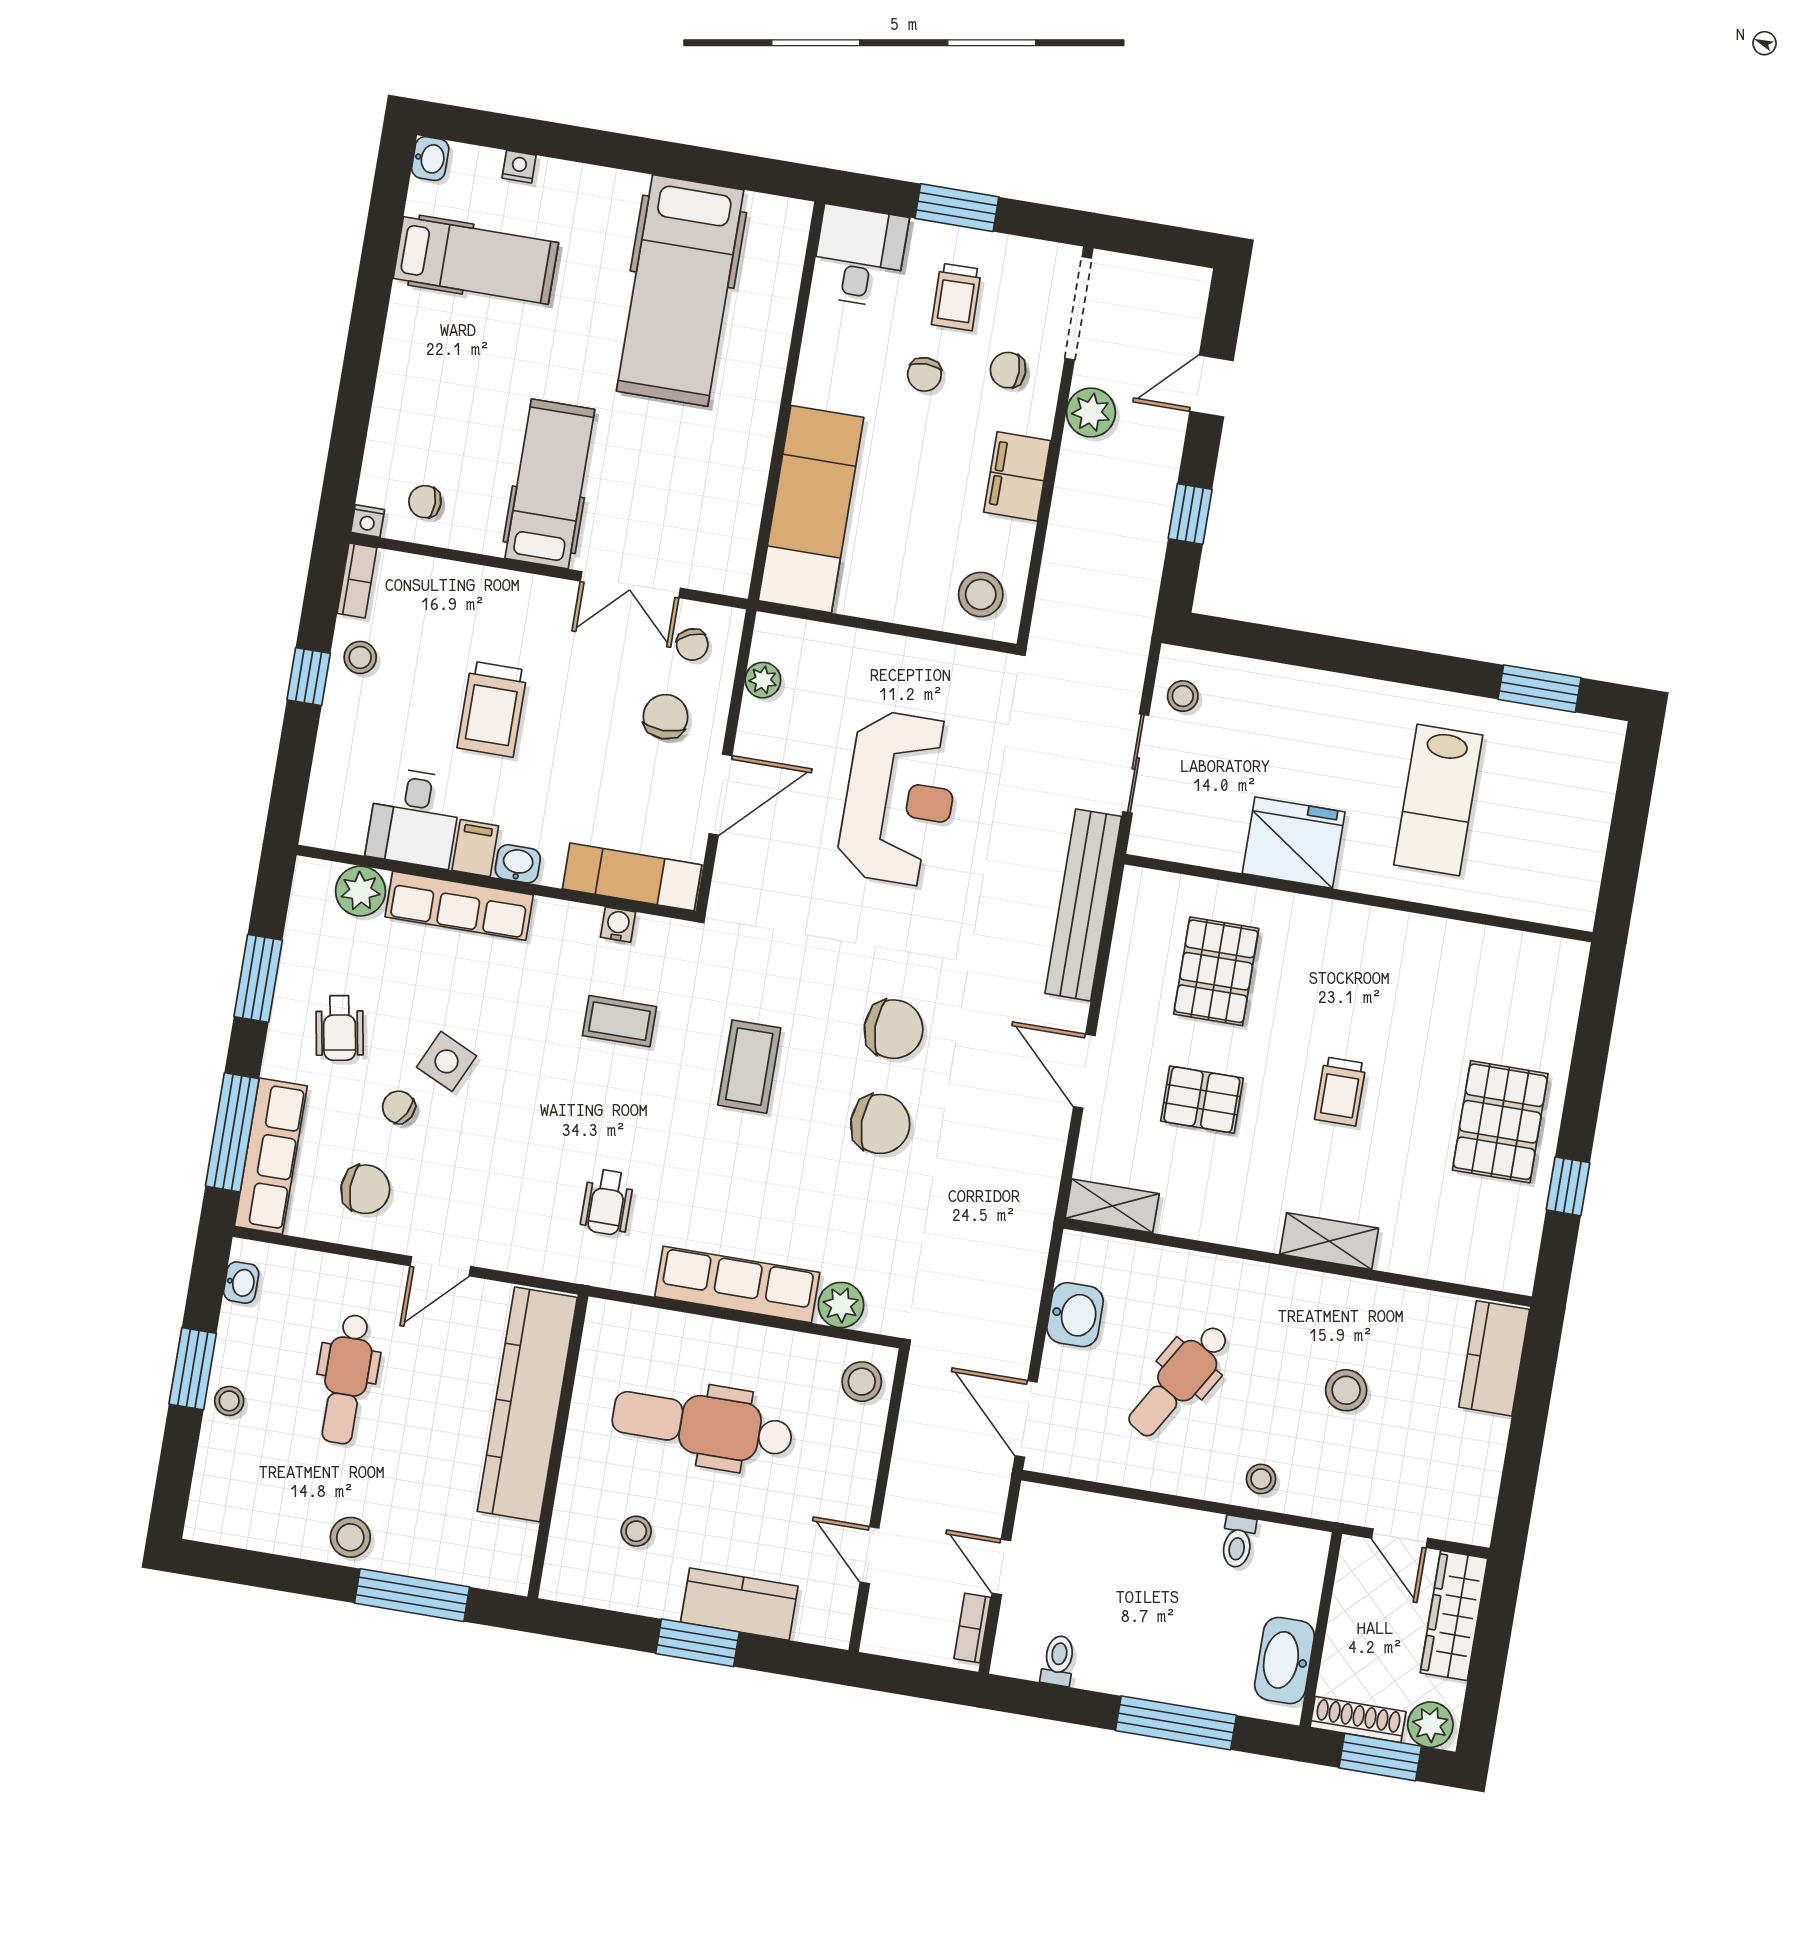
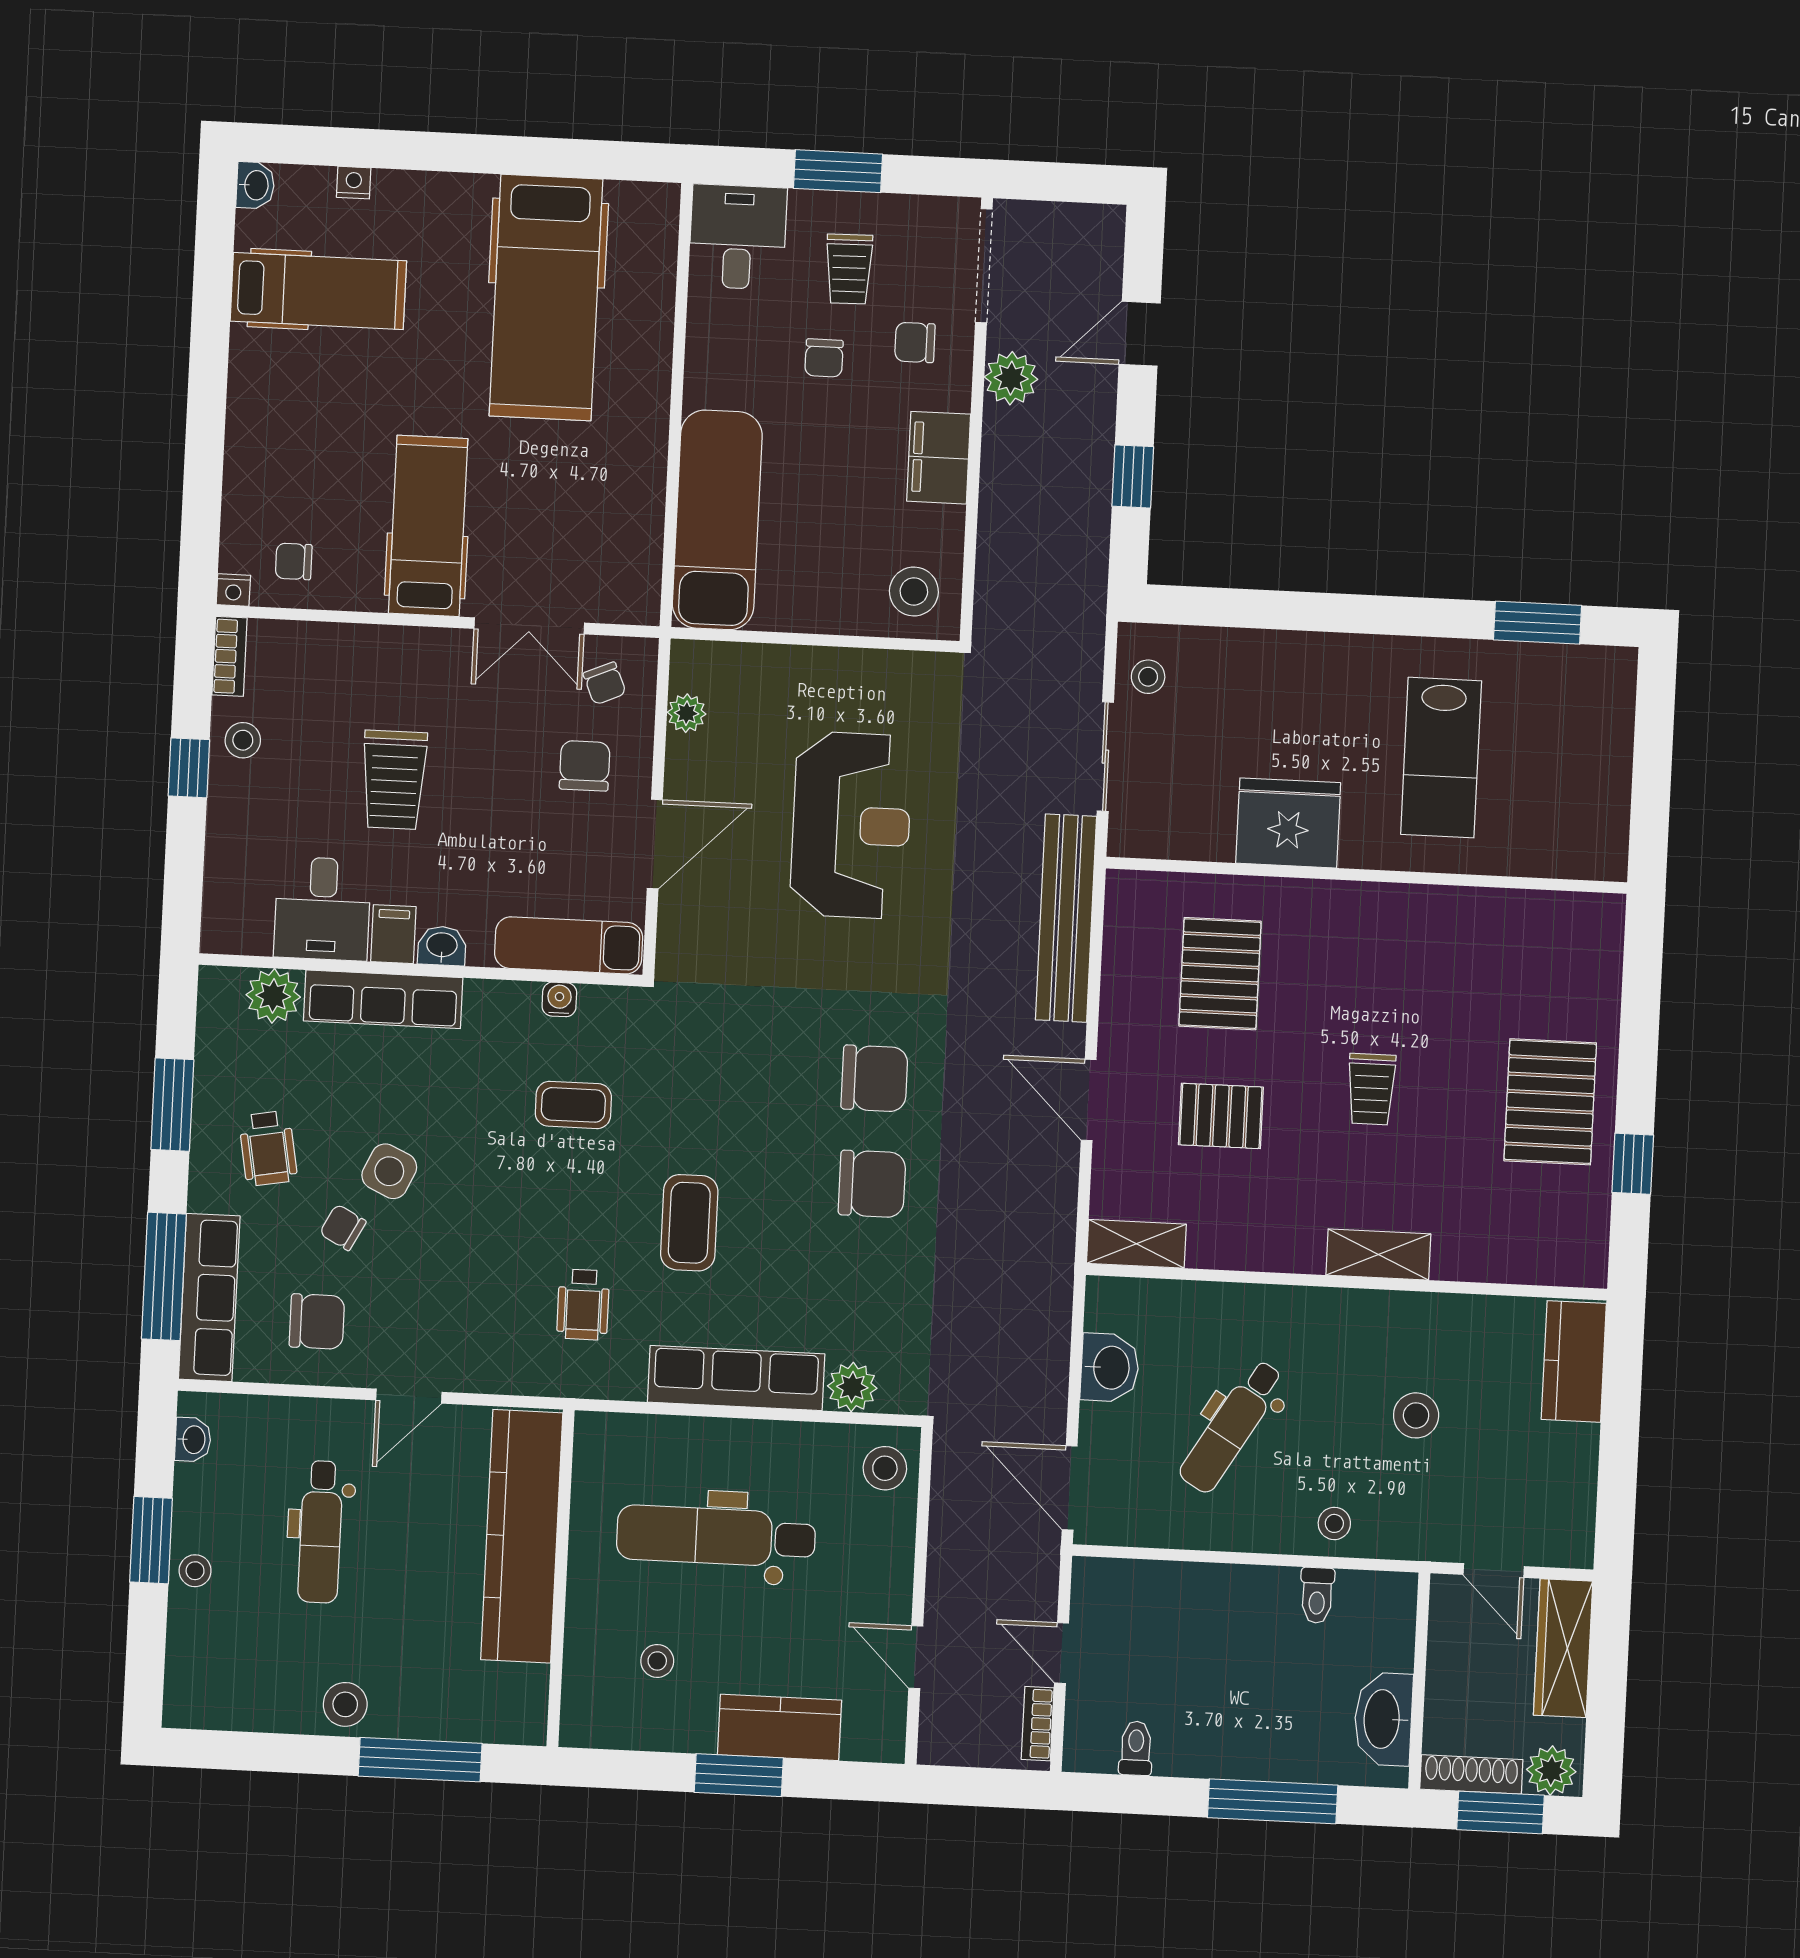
coffee table: (749, 1067) -> (689, 1223), moved

